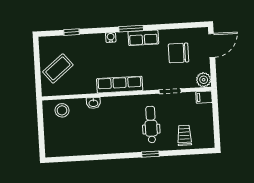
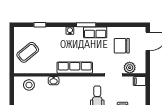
plant: (204, 80) -> (130, 68), moved

